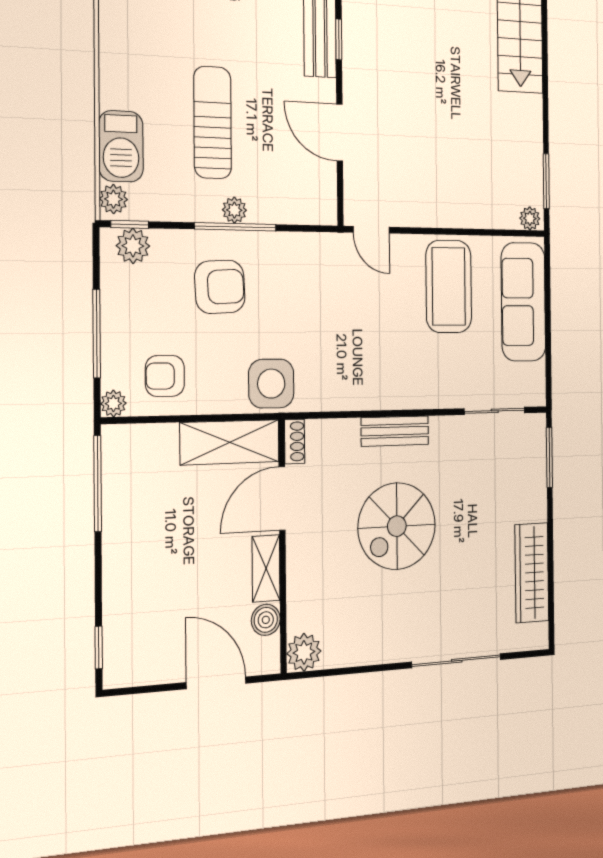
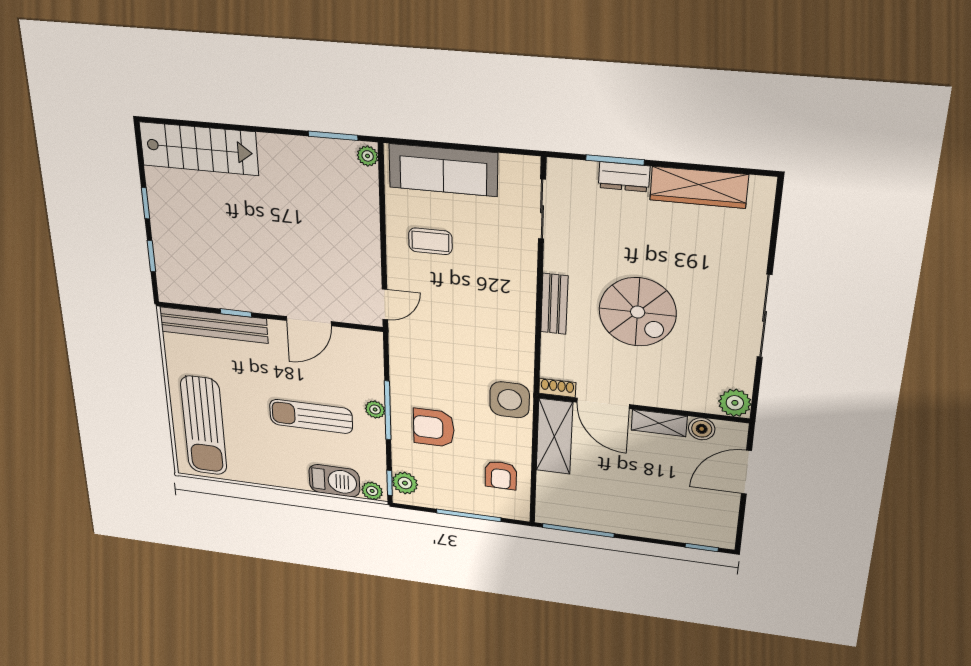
coffee table: (449, 286) -> (430, 241), width x0.54, depth x0.58
armchair: (220, 287) -> (434, 428), turned -87
plant: (113, 403) -> (520, 512), removed
window: (549, 457) -> (615, 160), moved
dresser: (535, 495) -> (624, 177), added
sliding door: (457, 661) -> (764, 316), moved

